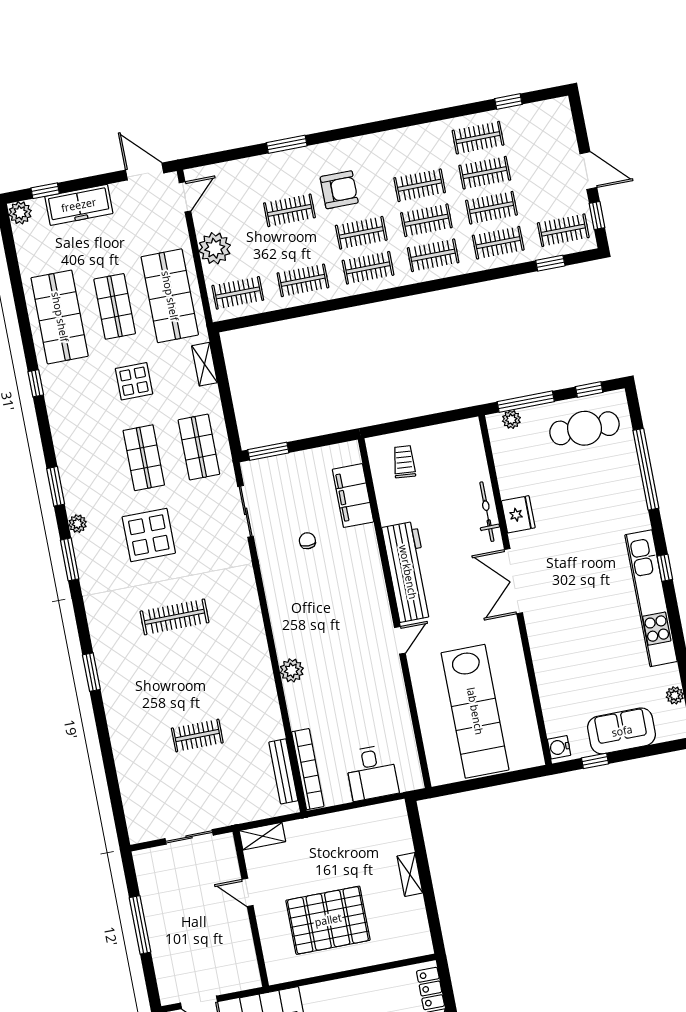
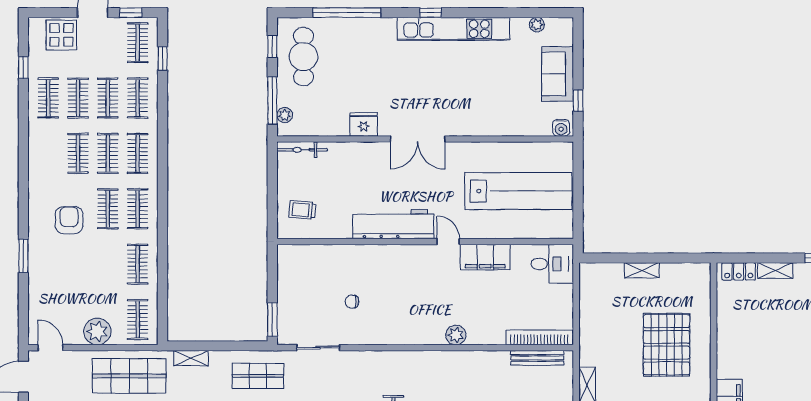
display table: (555, 139) -> (61, 35), added
clothes rail: (289, 210) -> (78, 264), removed
filing cabinet: (353, 496) -> (485, 257), moved
bicycle: (487, 512) -> (302, 150), moved
desk: (372, 773) -> (552, 264), moved

